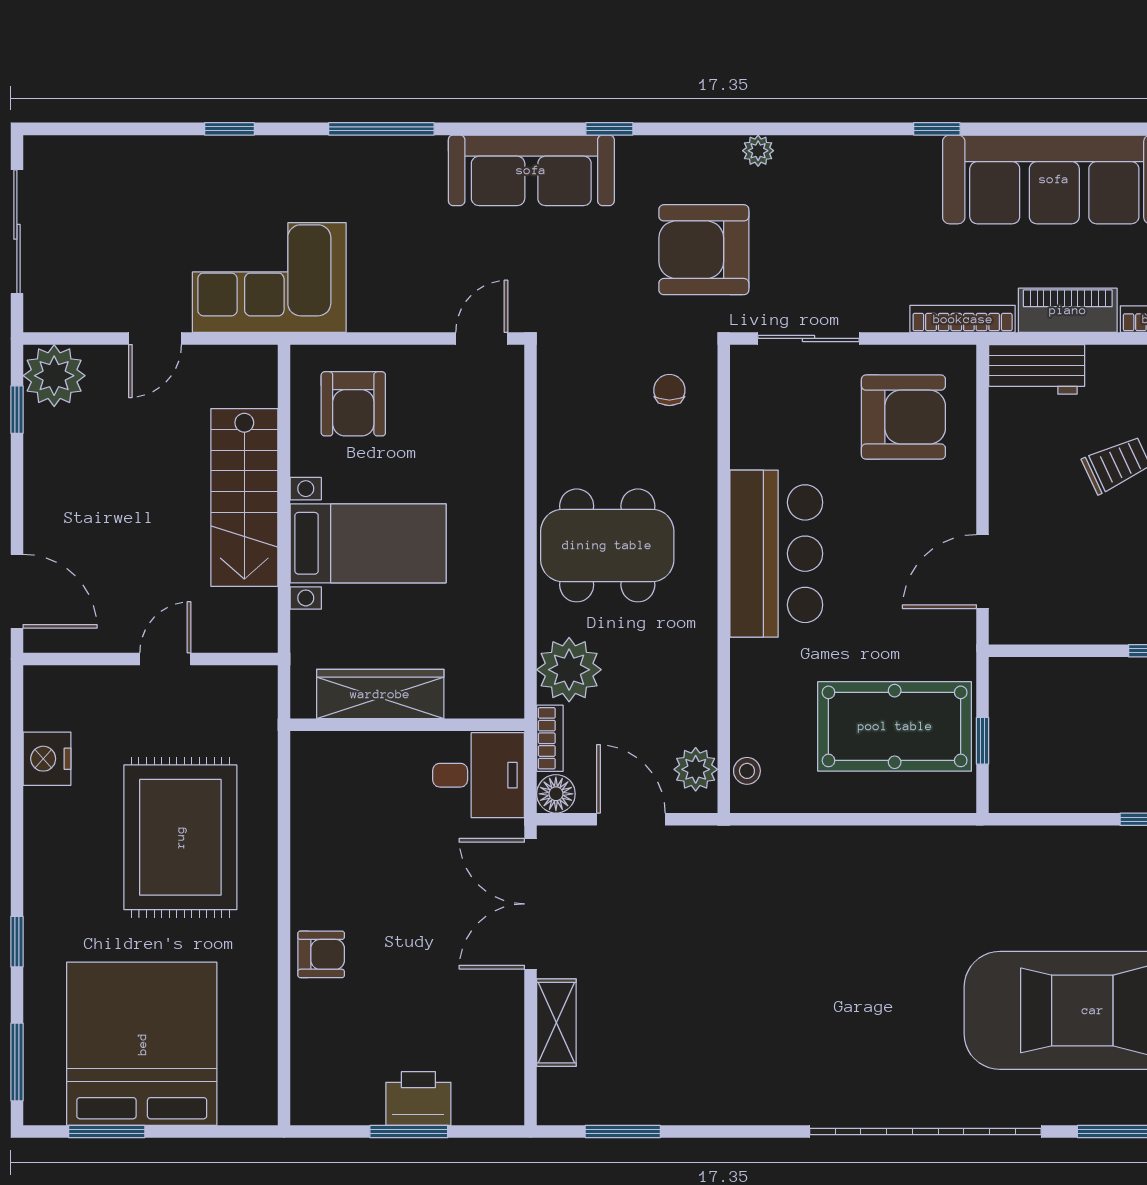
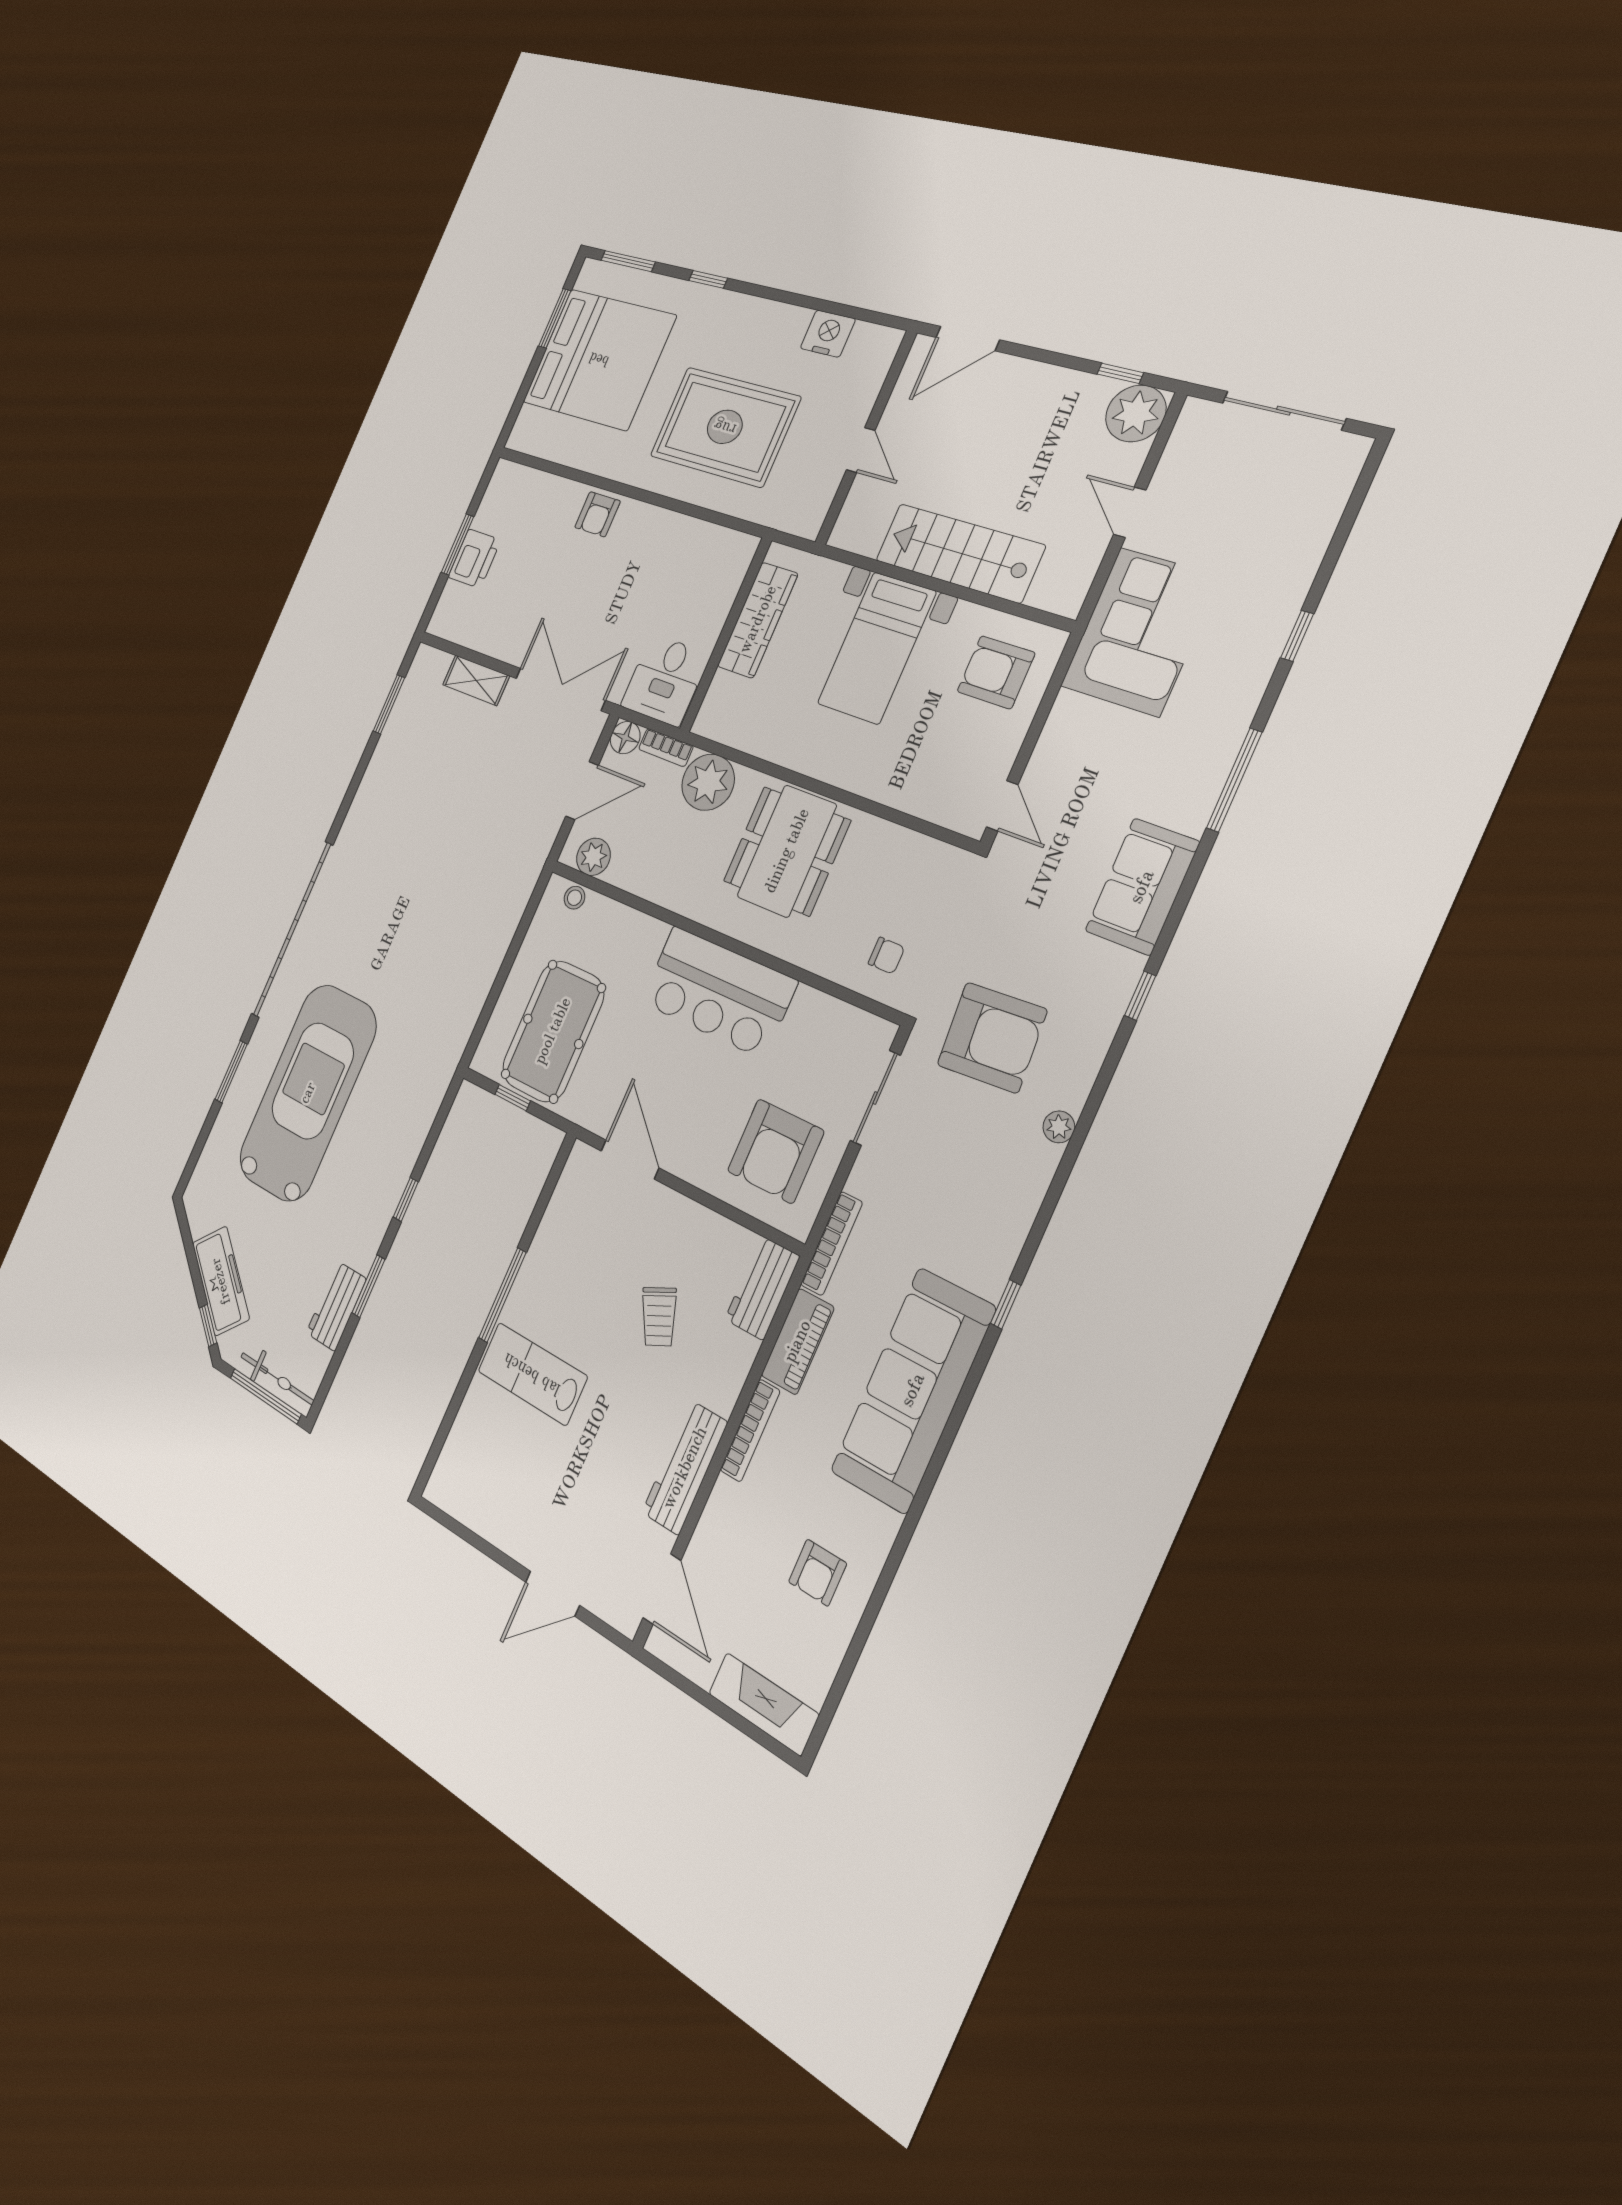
sofa: (531, 170) -> (1142, 887), width x0.73
armchair: (704, 250) -> (992, 1037), turned 86

